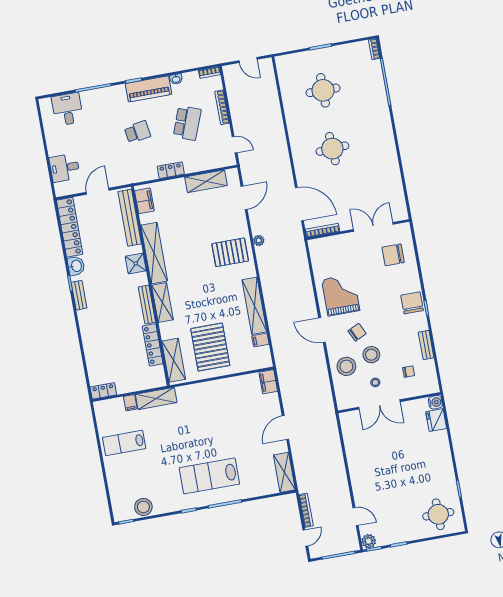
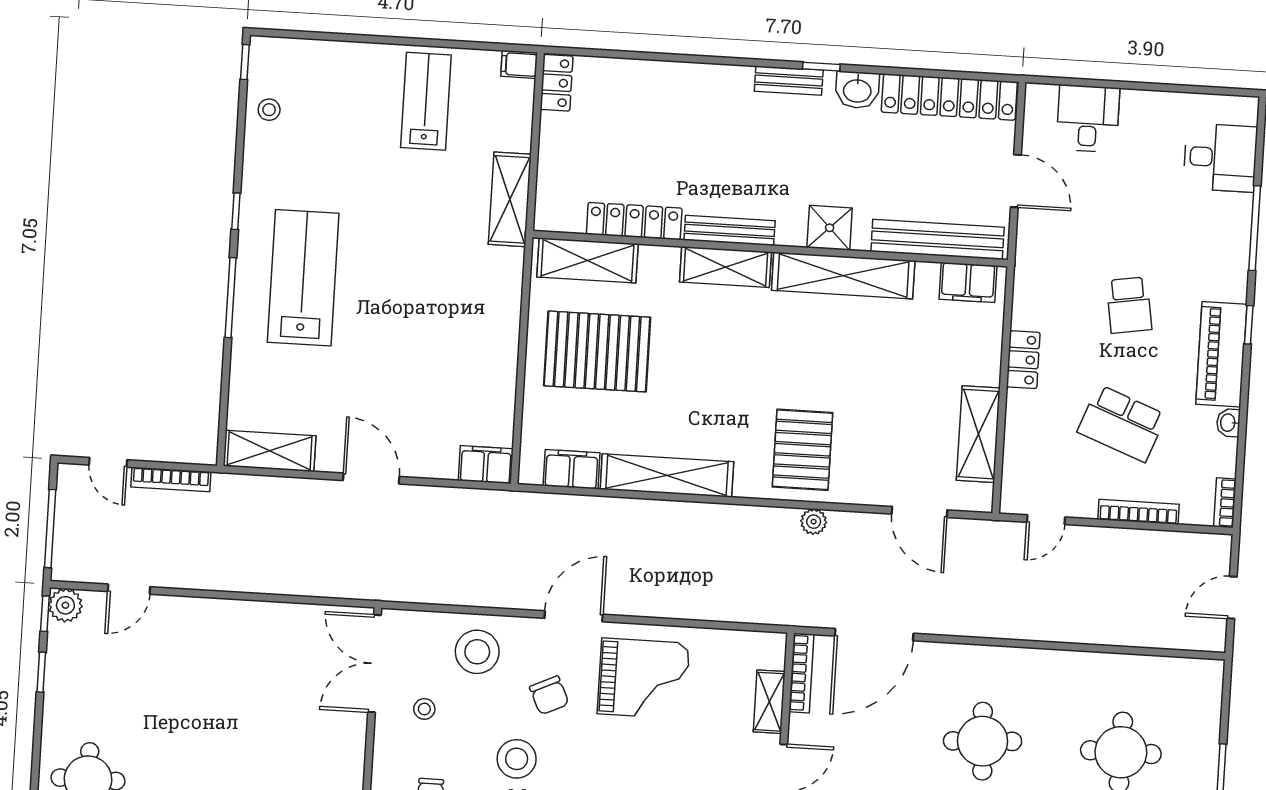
shelving: (338, 241) -> (769, 702), added
filing cabinet: (260, 340) -> (572, 469), width x2.00
stool: (371, 355) -> (517, 759), moved
filing cabinet: (130, 403) -> (519, 64), moved
double door: (379, 404) -> (374, 664), moved
stool: (143, 507) -> (269, 110), width x0.53, depth x0.53

